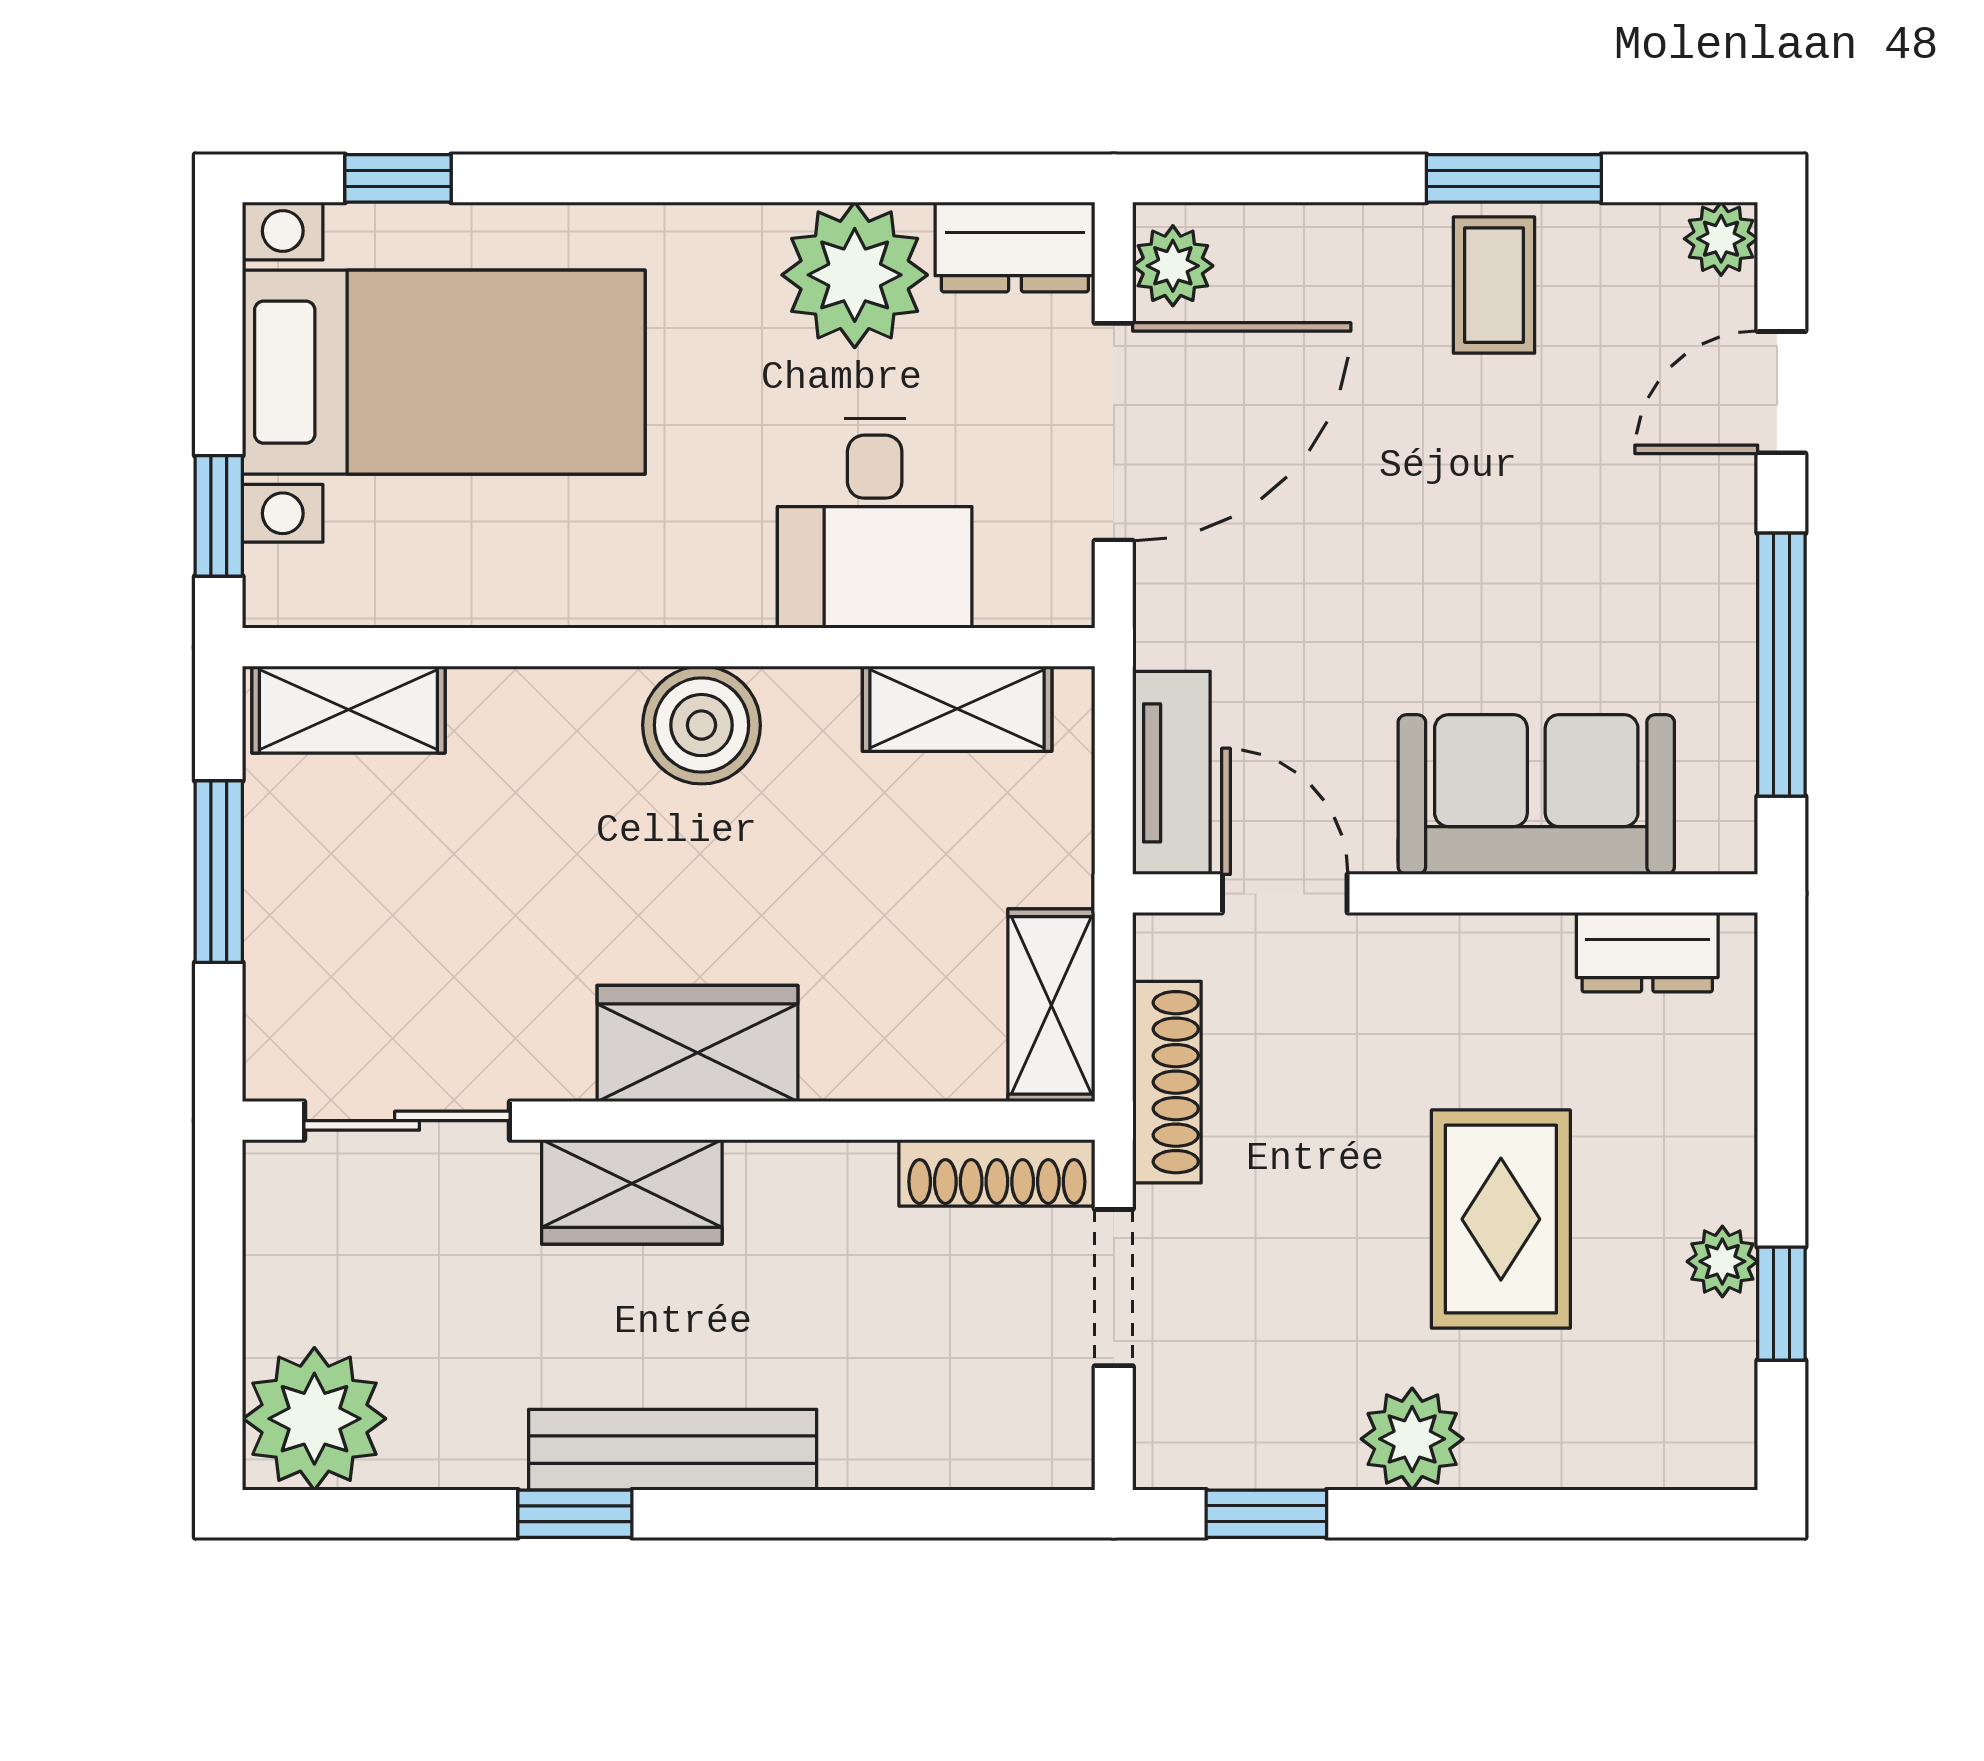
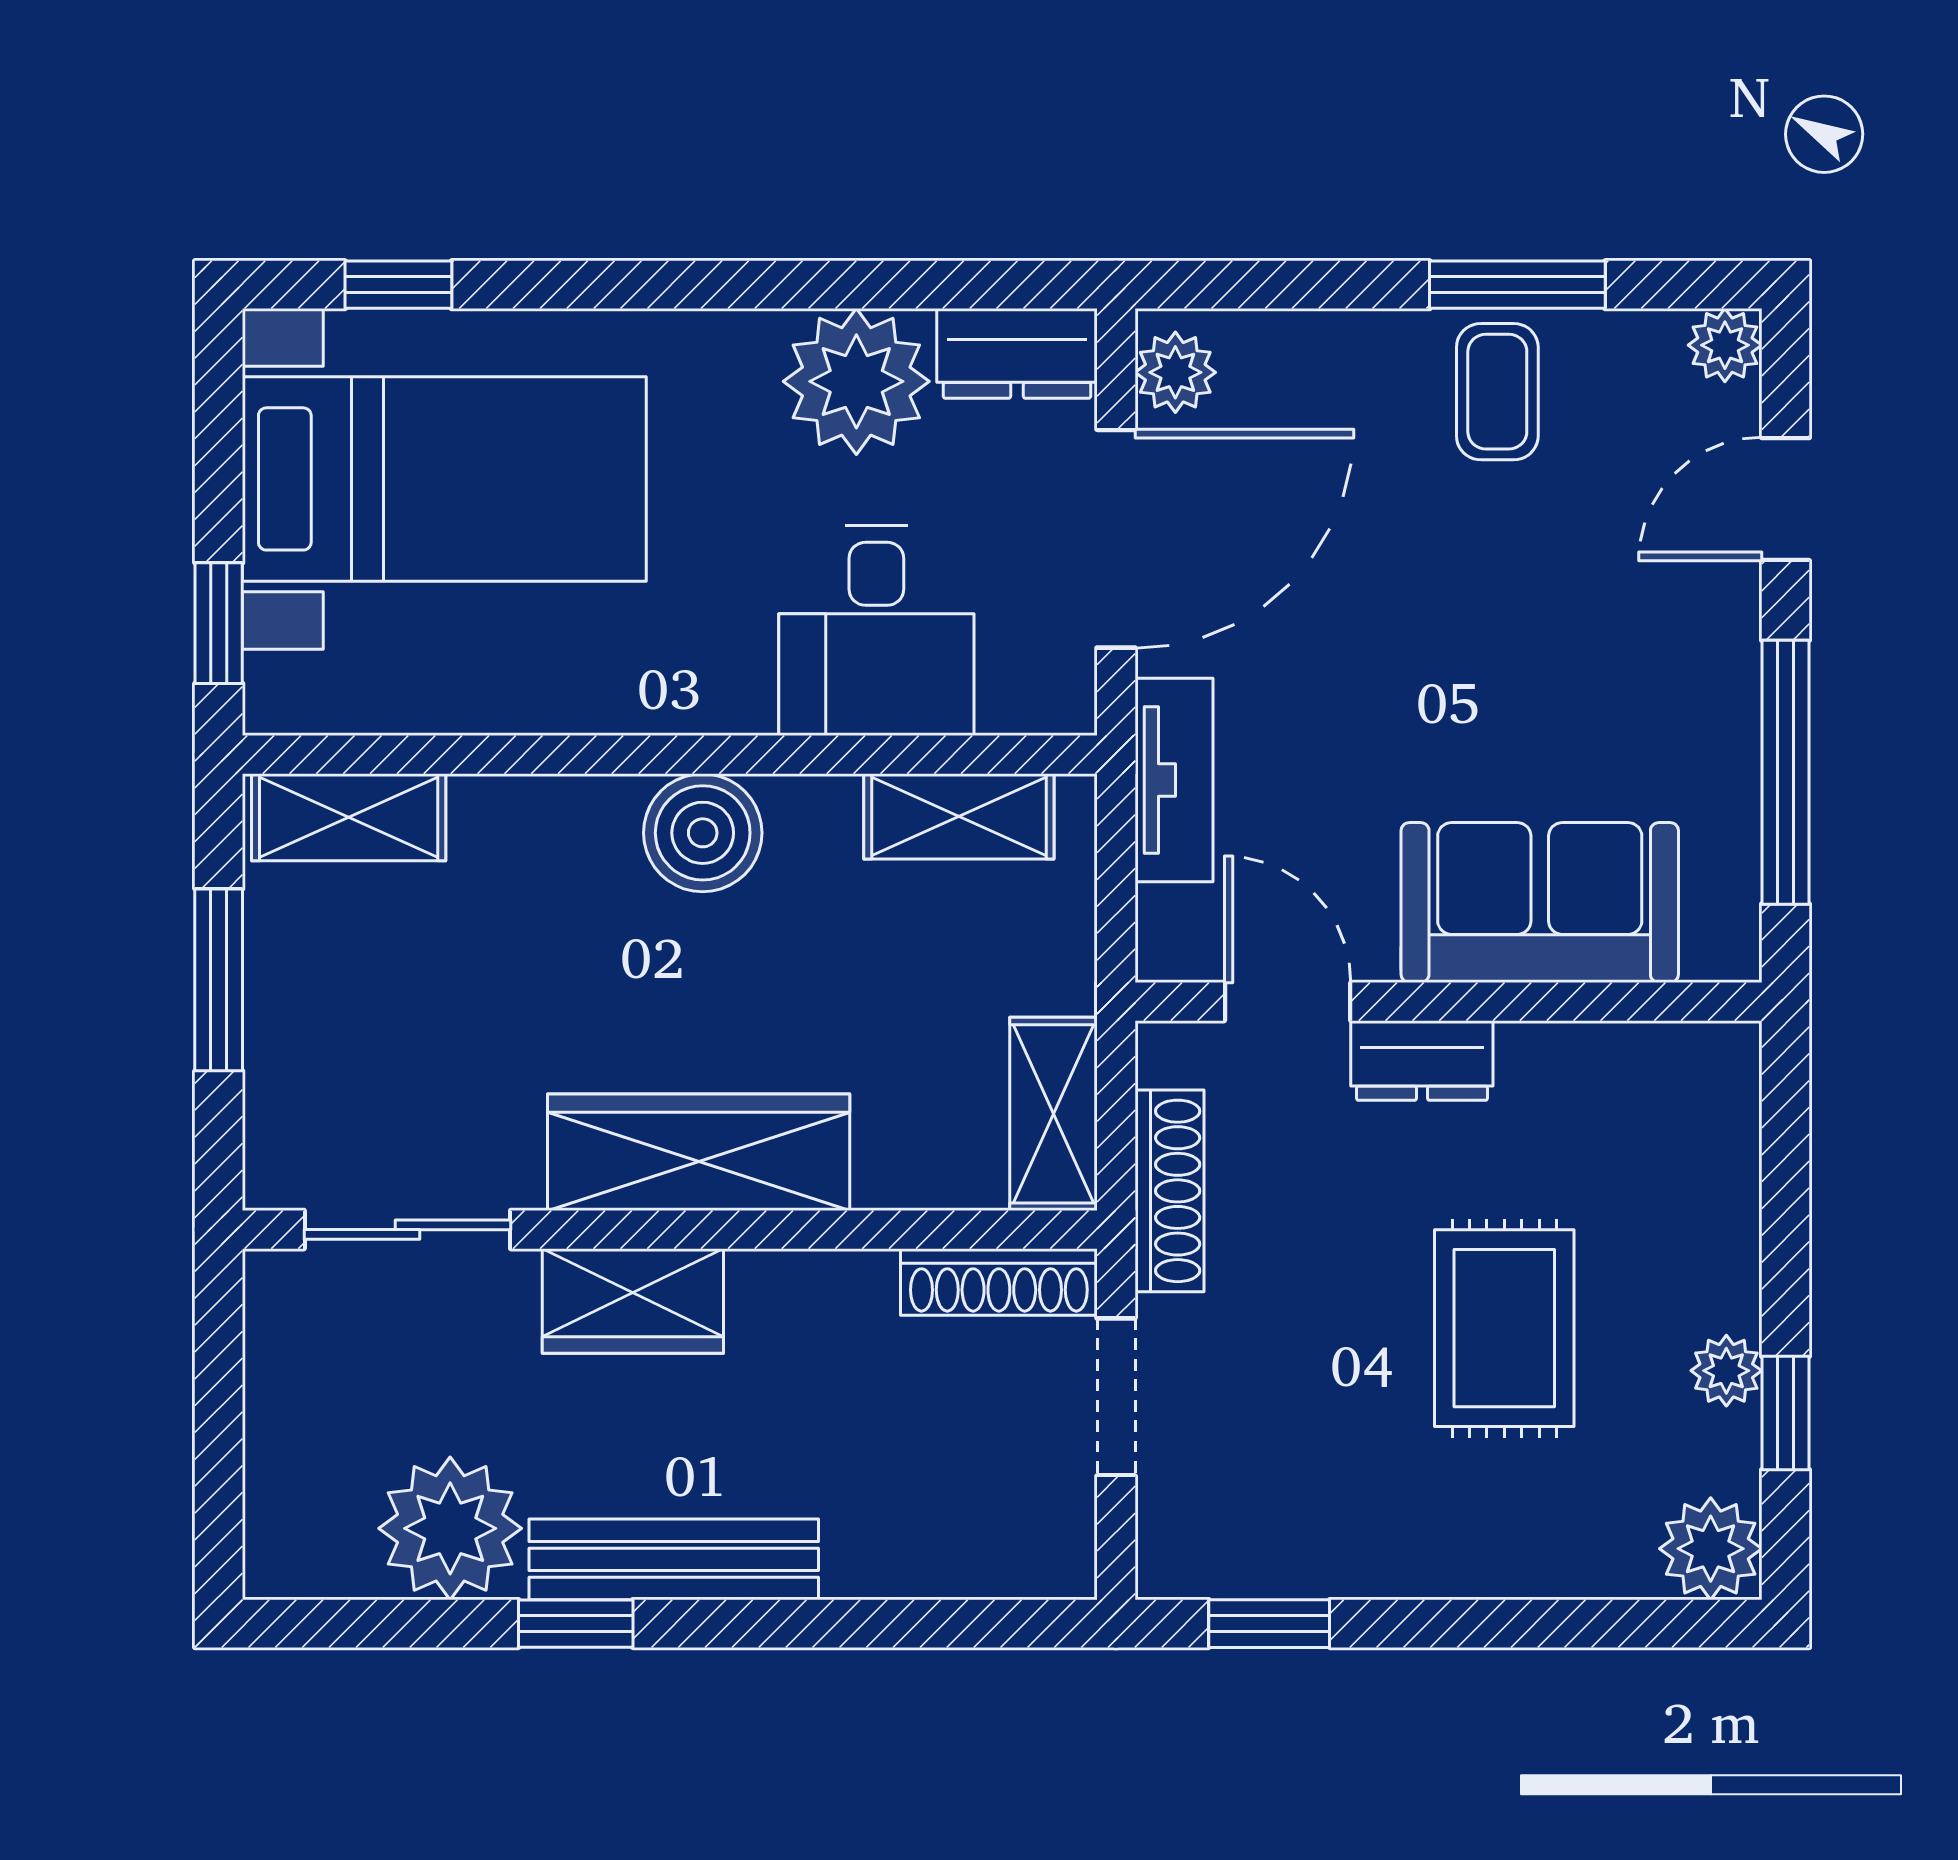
tv unit: (1171, 773) -> (1174, 780), moved
dresser: (1647, 952) -> (1422, 1061), moved
wardrobe: (697, 1044) -> (699, 1152), width x1.50
plant: (314, 1419) -> (450, 1528), moved
plant: (1412, 1439) -> (1711, 1549), moved

